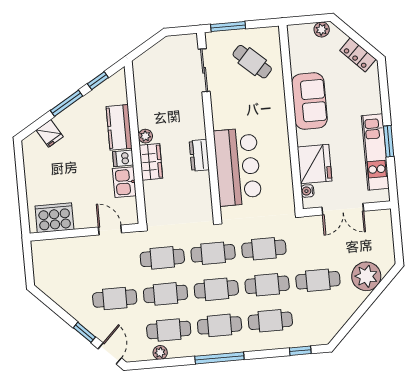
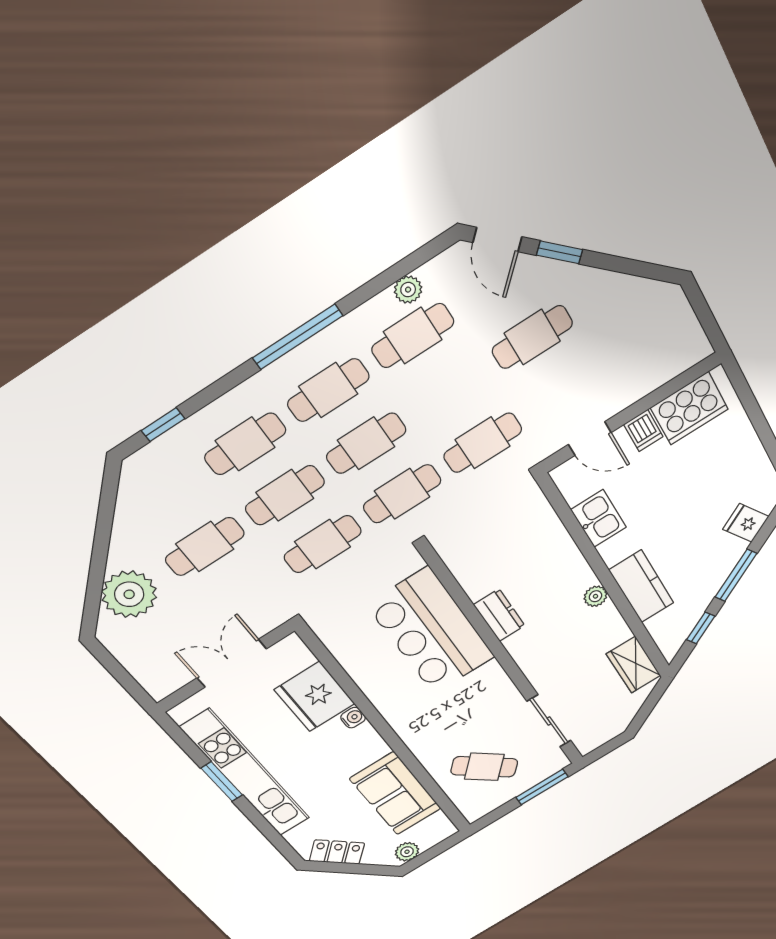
sofa: (309, 101) -> (396, 794), moved
kitchen unit: (375, 152) -> (246, 774), width x1.36
dishwasher: (123, 158) -> (643, 431), moved, turned 90
wardrobe: (151, 162) -> (633, 665), moved
water cooler: (307, 191) -> (353, 718), moved
cafe table: (166, 294) -> (449, 391), removed

